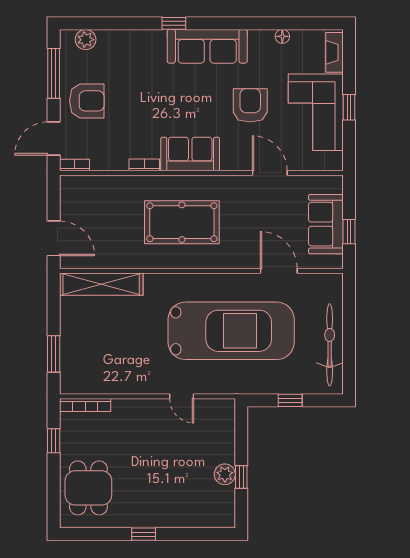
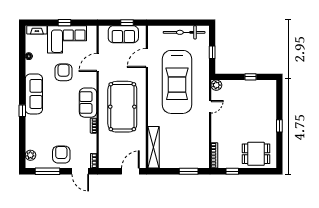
armchair: (250, 105) -> (64, 72), turned 90
pool table: (182, 222) -> (122, 107), width x1.36, depth x1.32
car: (231, 331) -> (177, 82), turned 180
plant: (225, 474) -> (216, 85), moved

